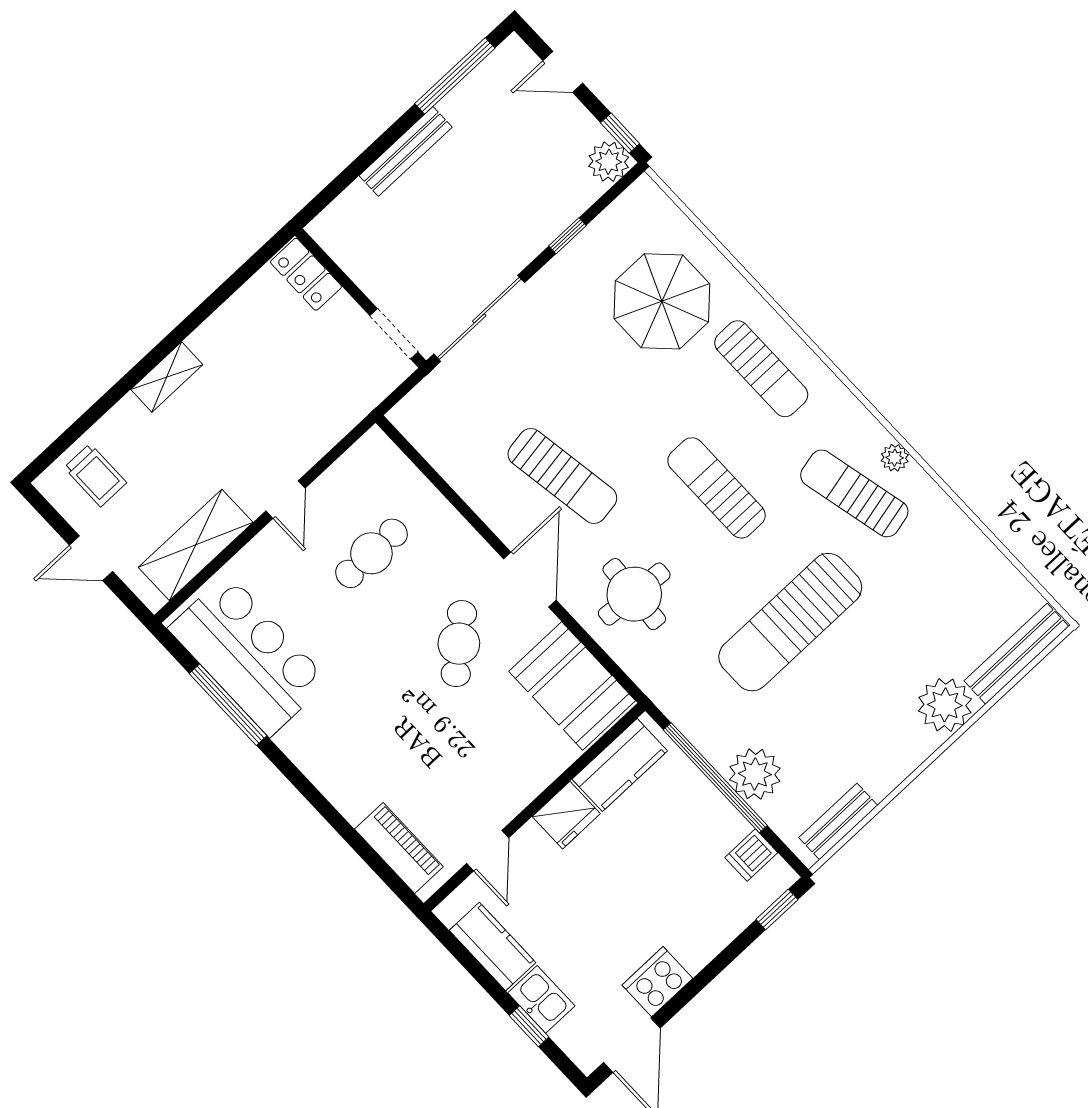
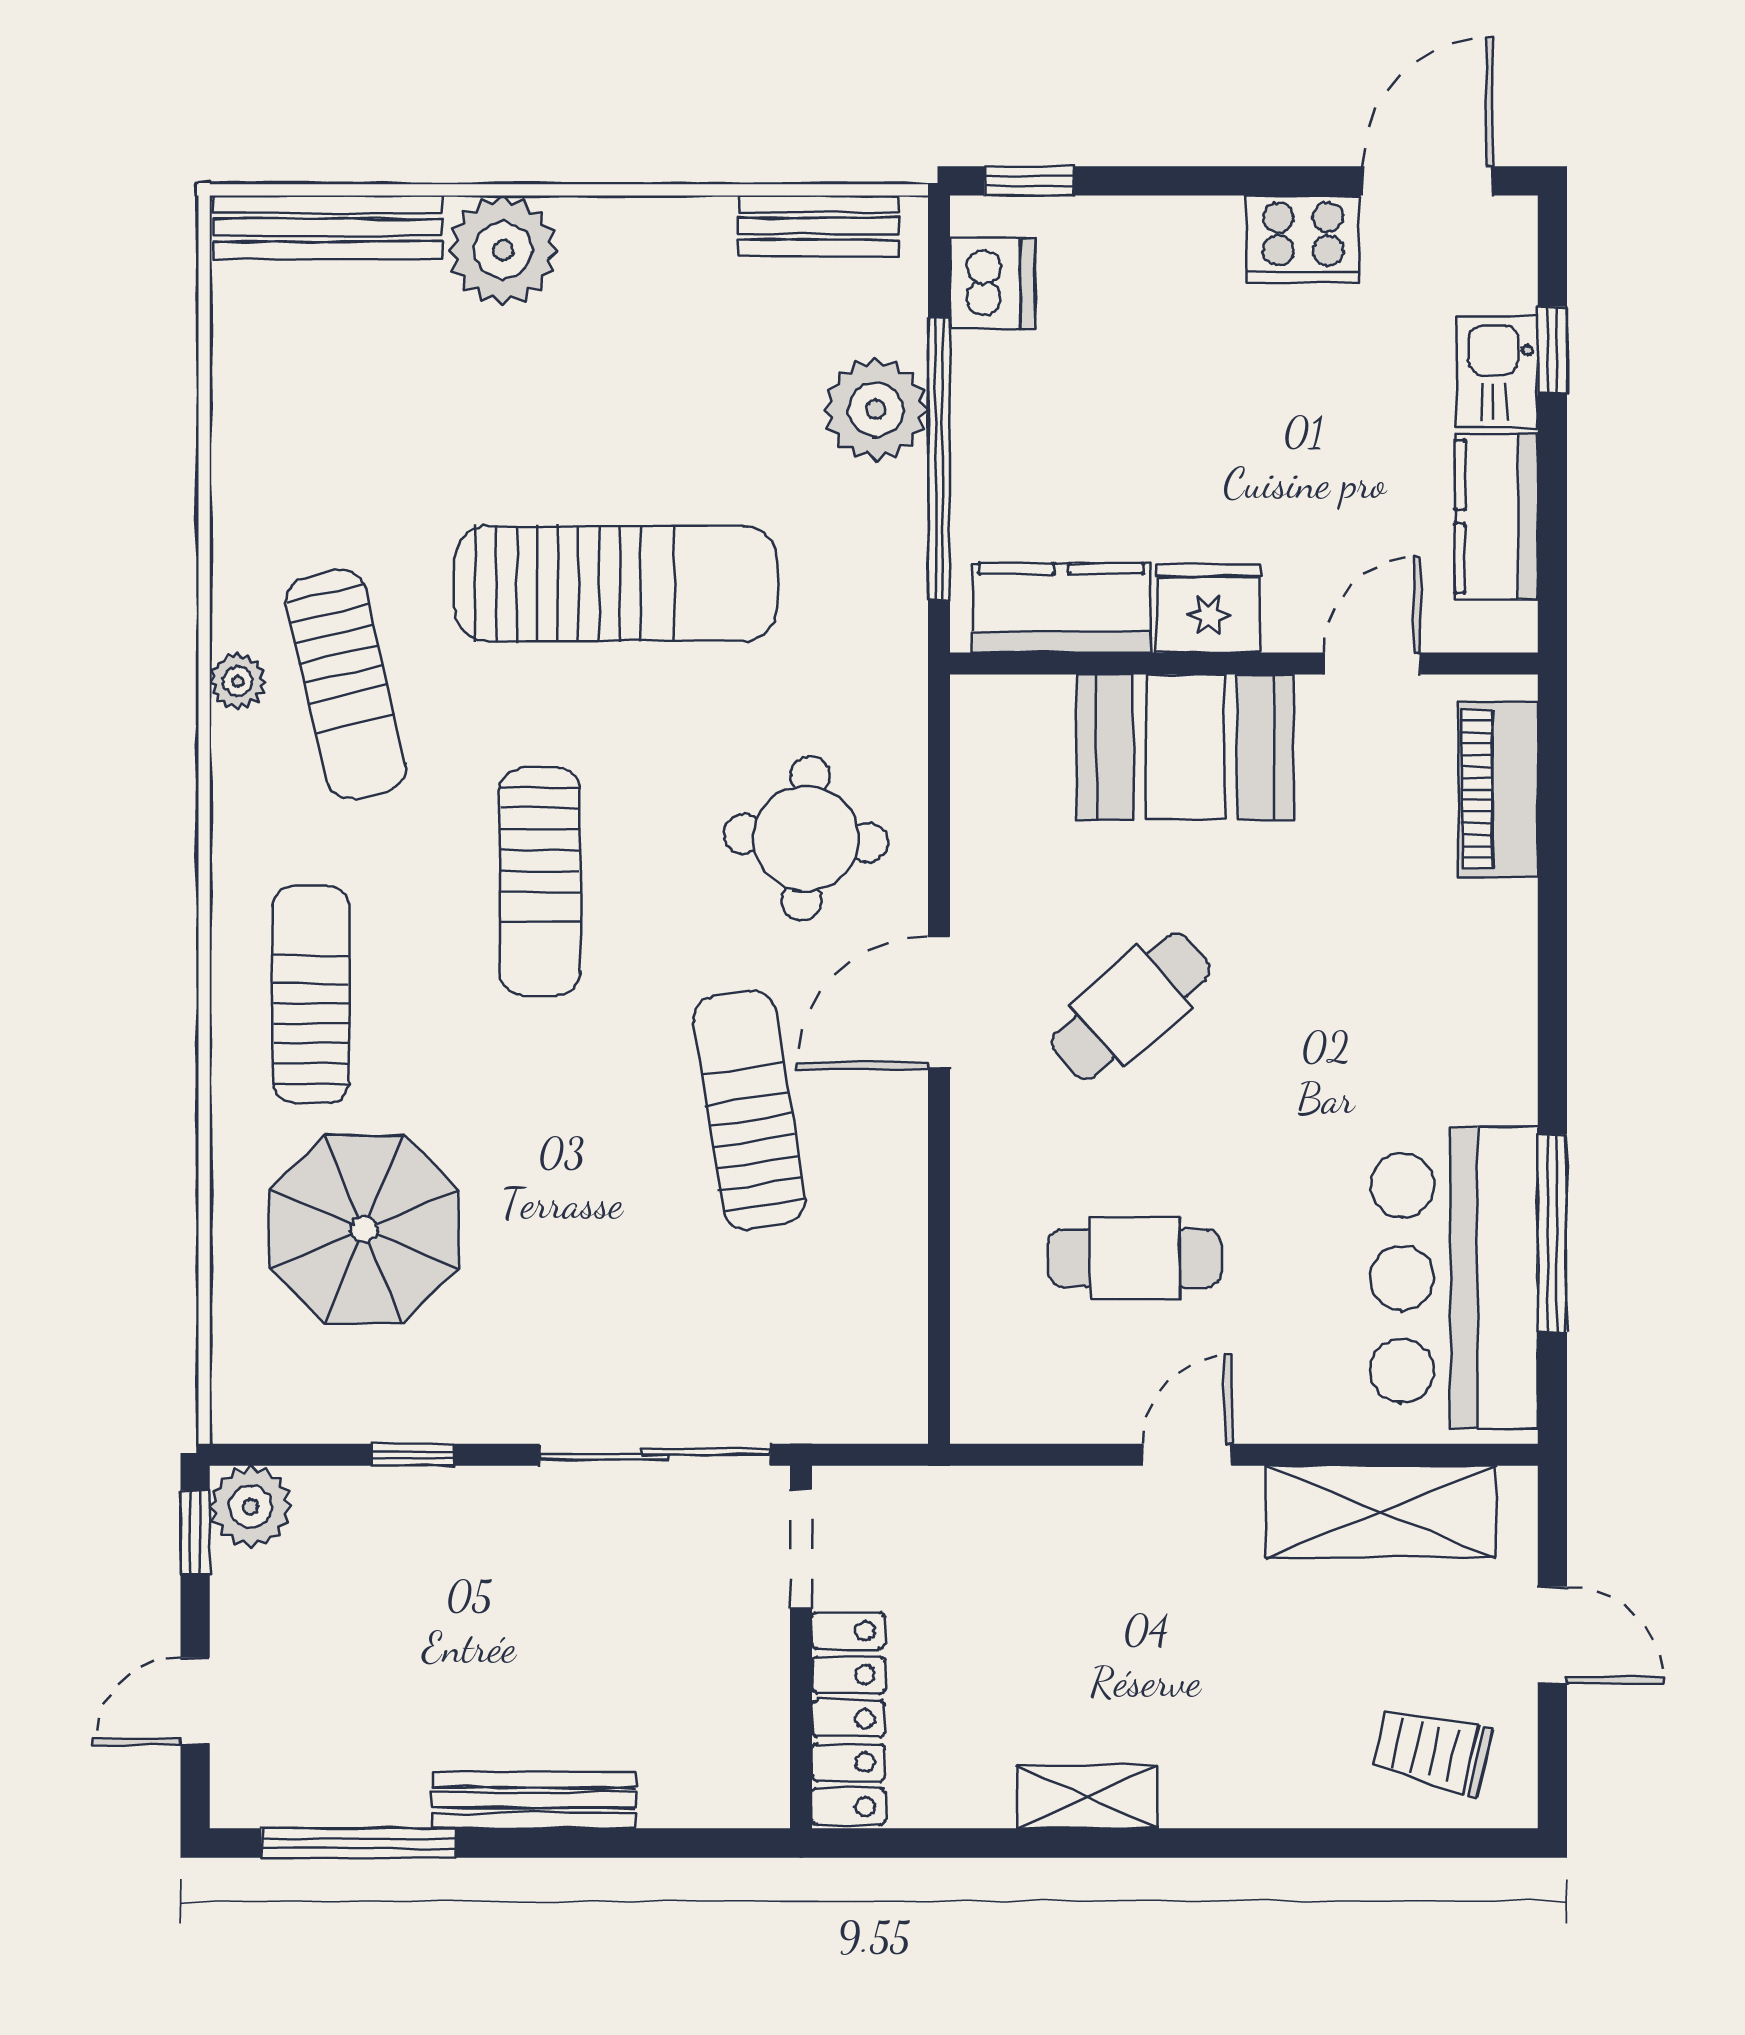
door: (563, 72) -> (195, 1701), swing flipped
locker: (306, 274) -> (848, 1719), width x1.53
shelving: (167, 377) -> (1087, 1797), moved
trolley: (95, 475) -> (1432, 1751), turned -77
booth: (572, 686) -> (1185, 747), moved, turned 90
dishwasher: (751, 855) -> (992, 283), width x1.38

